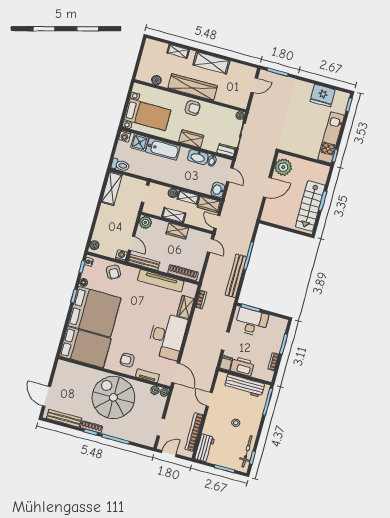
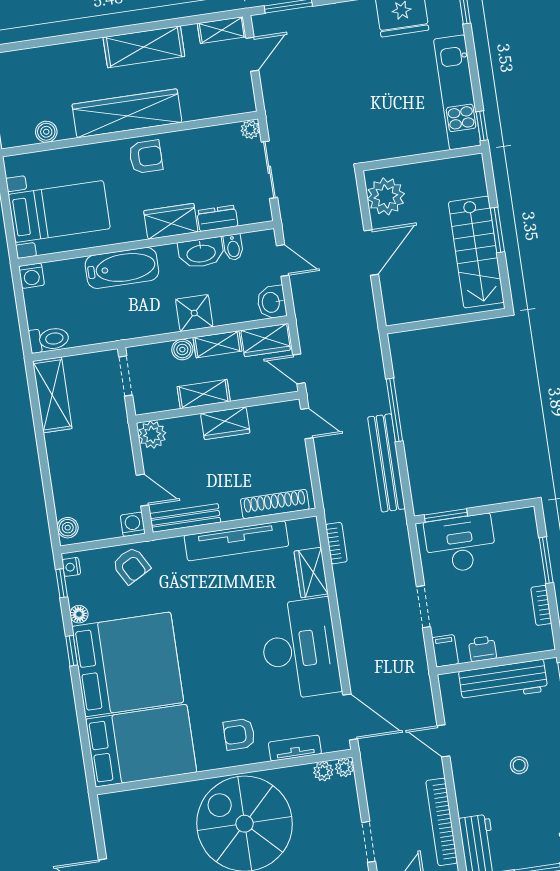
shelving: (178, 51) -> (222, 30), moved
shower: (140, 142) -> (194, 313), moved
dresser: (226, 150) -> (217, 218), moved
printer: (242, 366) -> (482, 649), width x0.53, depth x0.68

